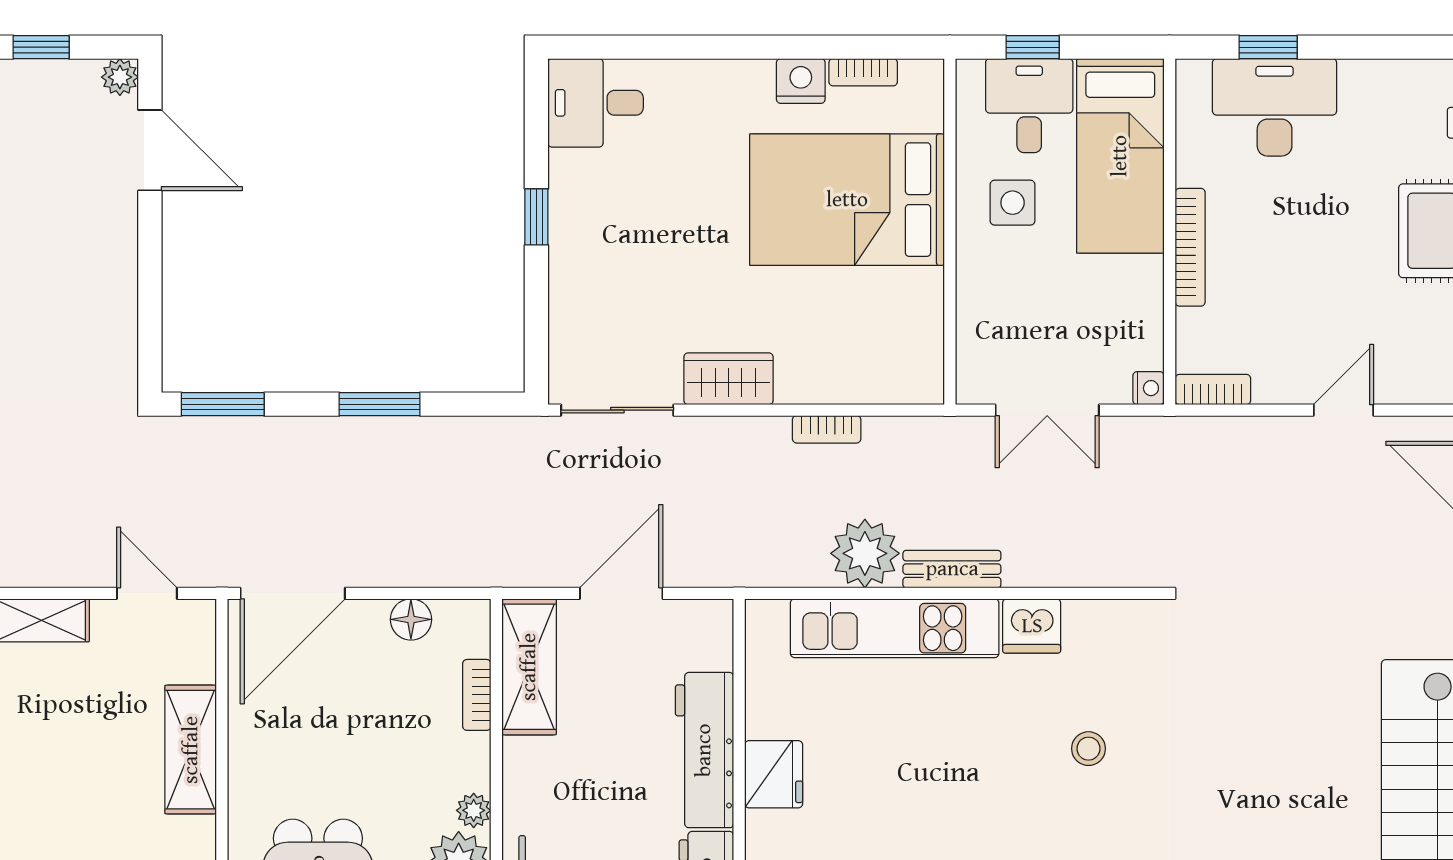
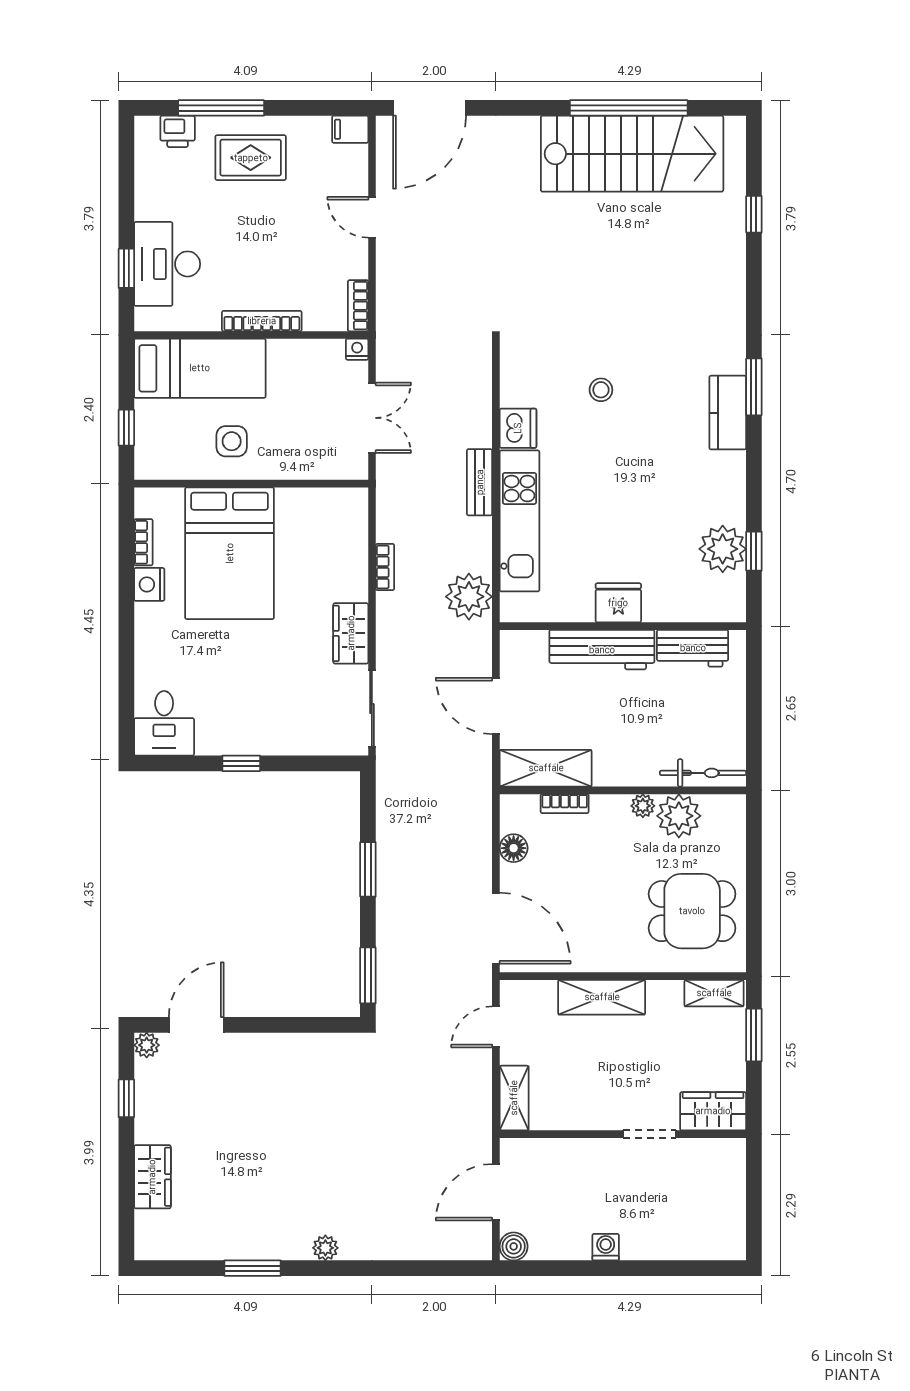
desk: (1029, 106) -> (166, 430), removed
plant: (865, 553) -> (469, 597), moved

